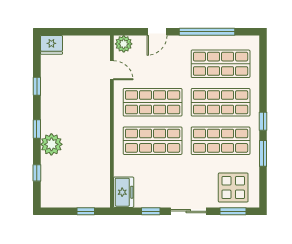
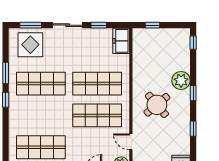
shop shelf: (221, 102) -> (41, 115), removed
round table: (81, 115) -> (157, 105), added
window: (37, 173) -> (193, 43), moved

